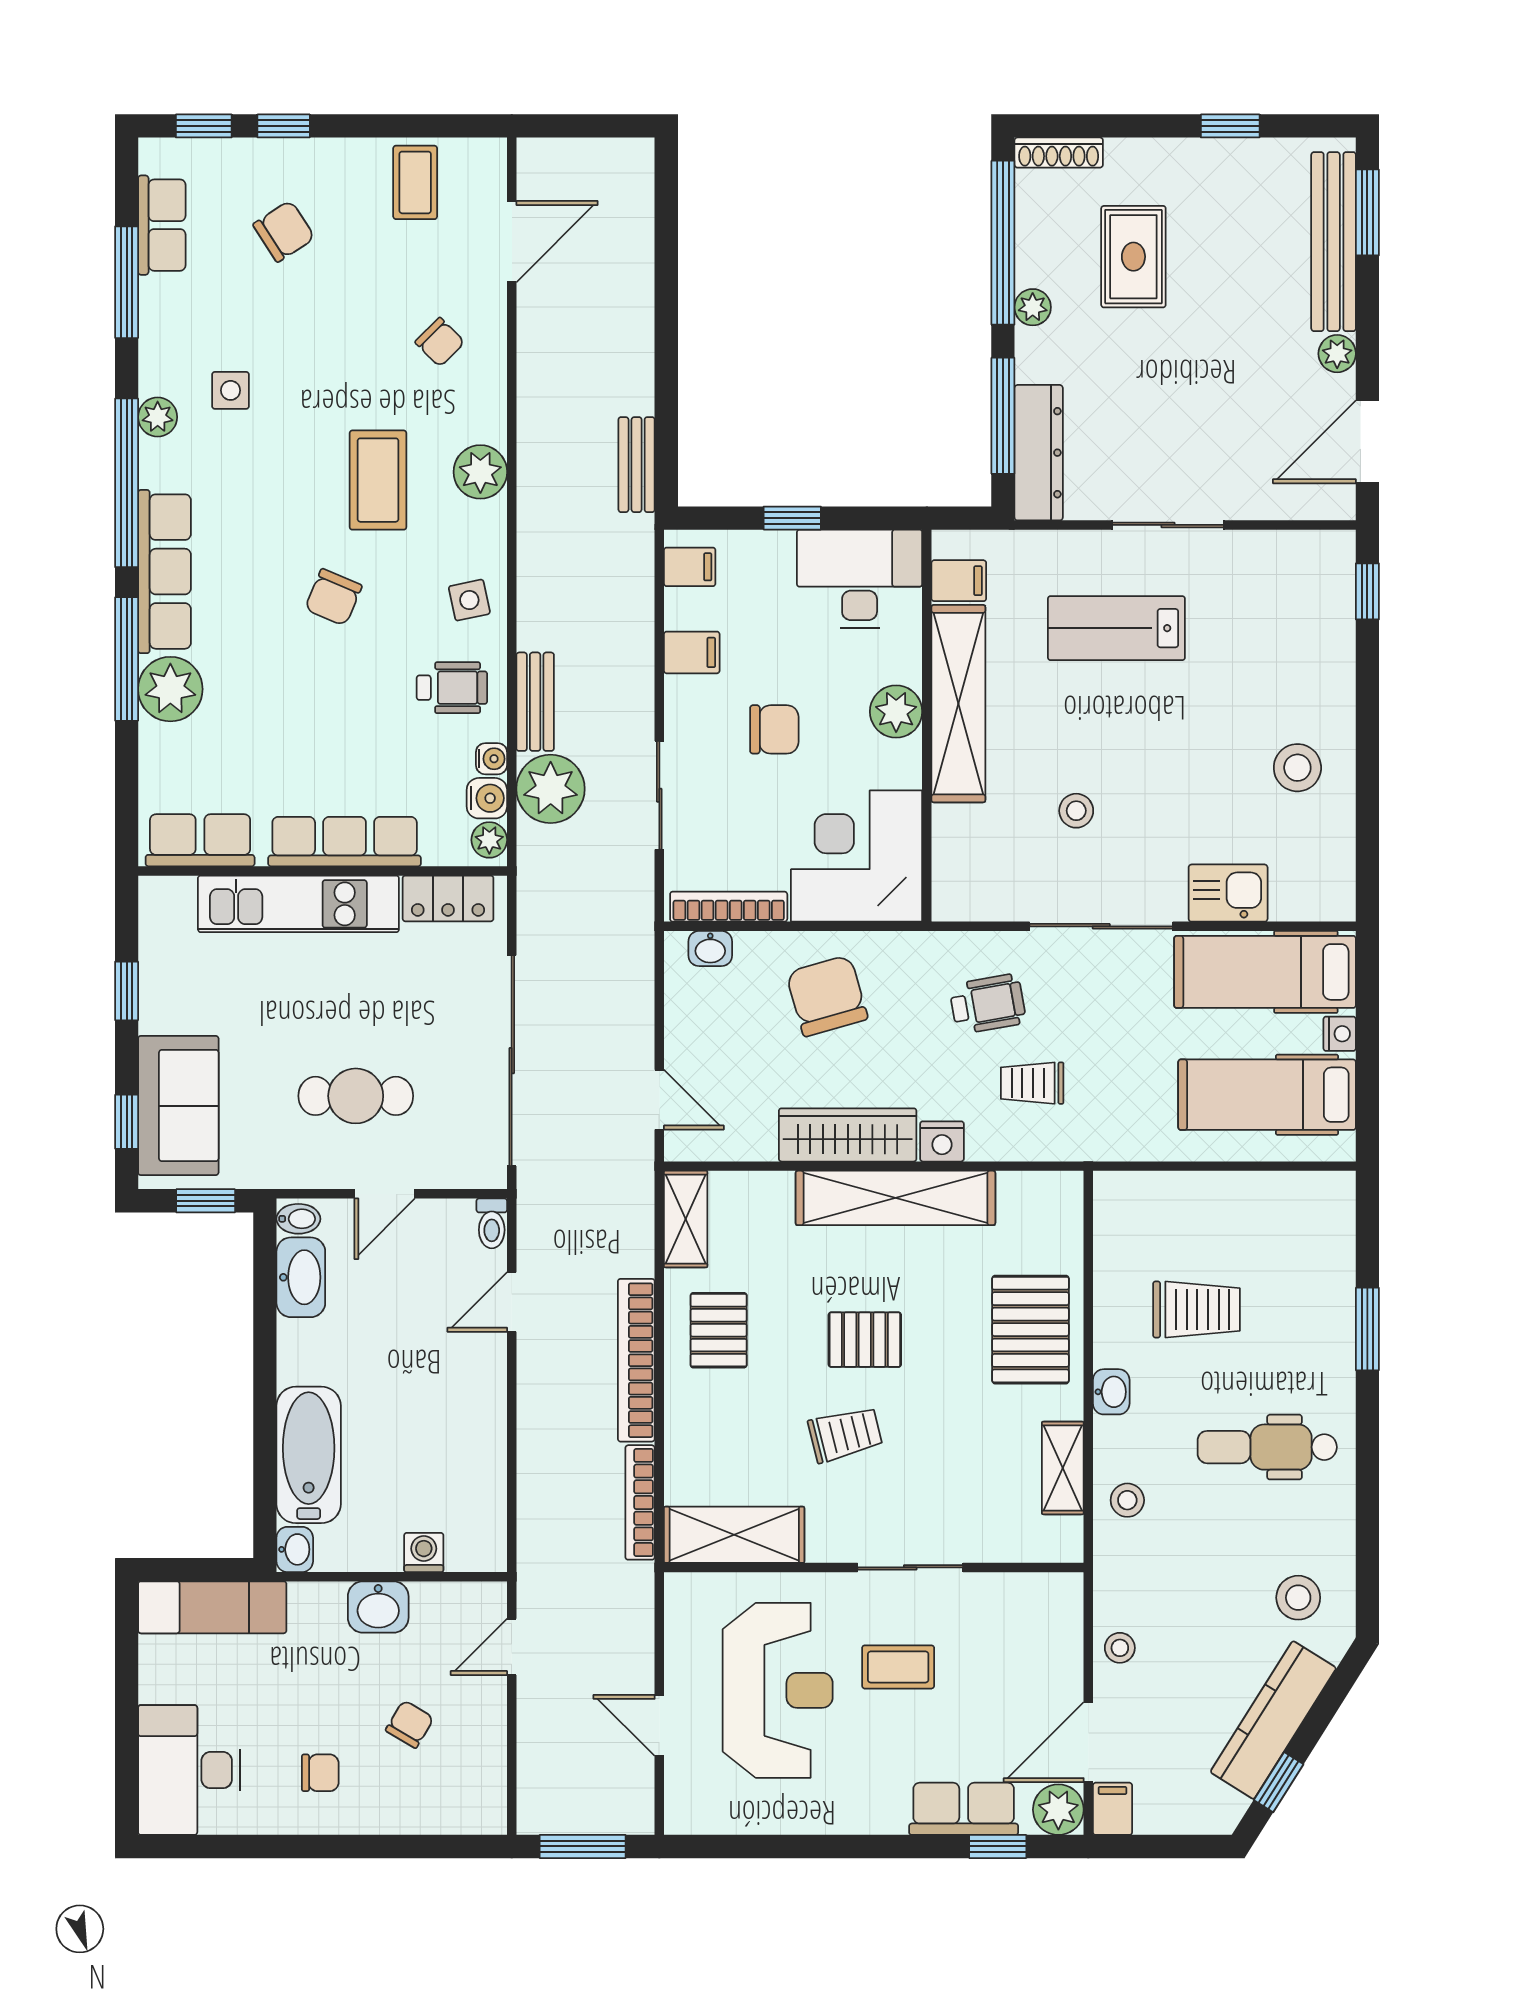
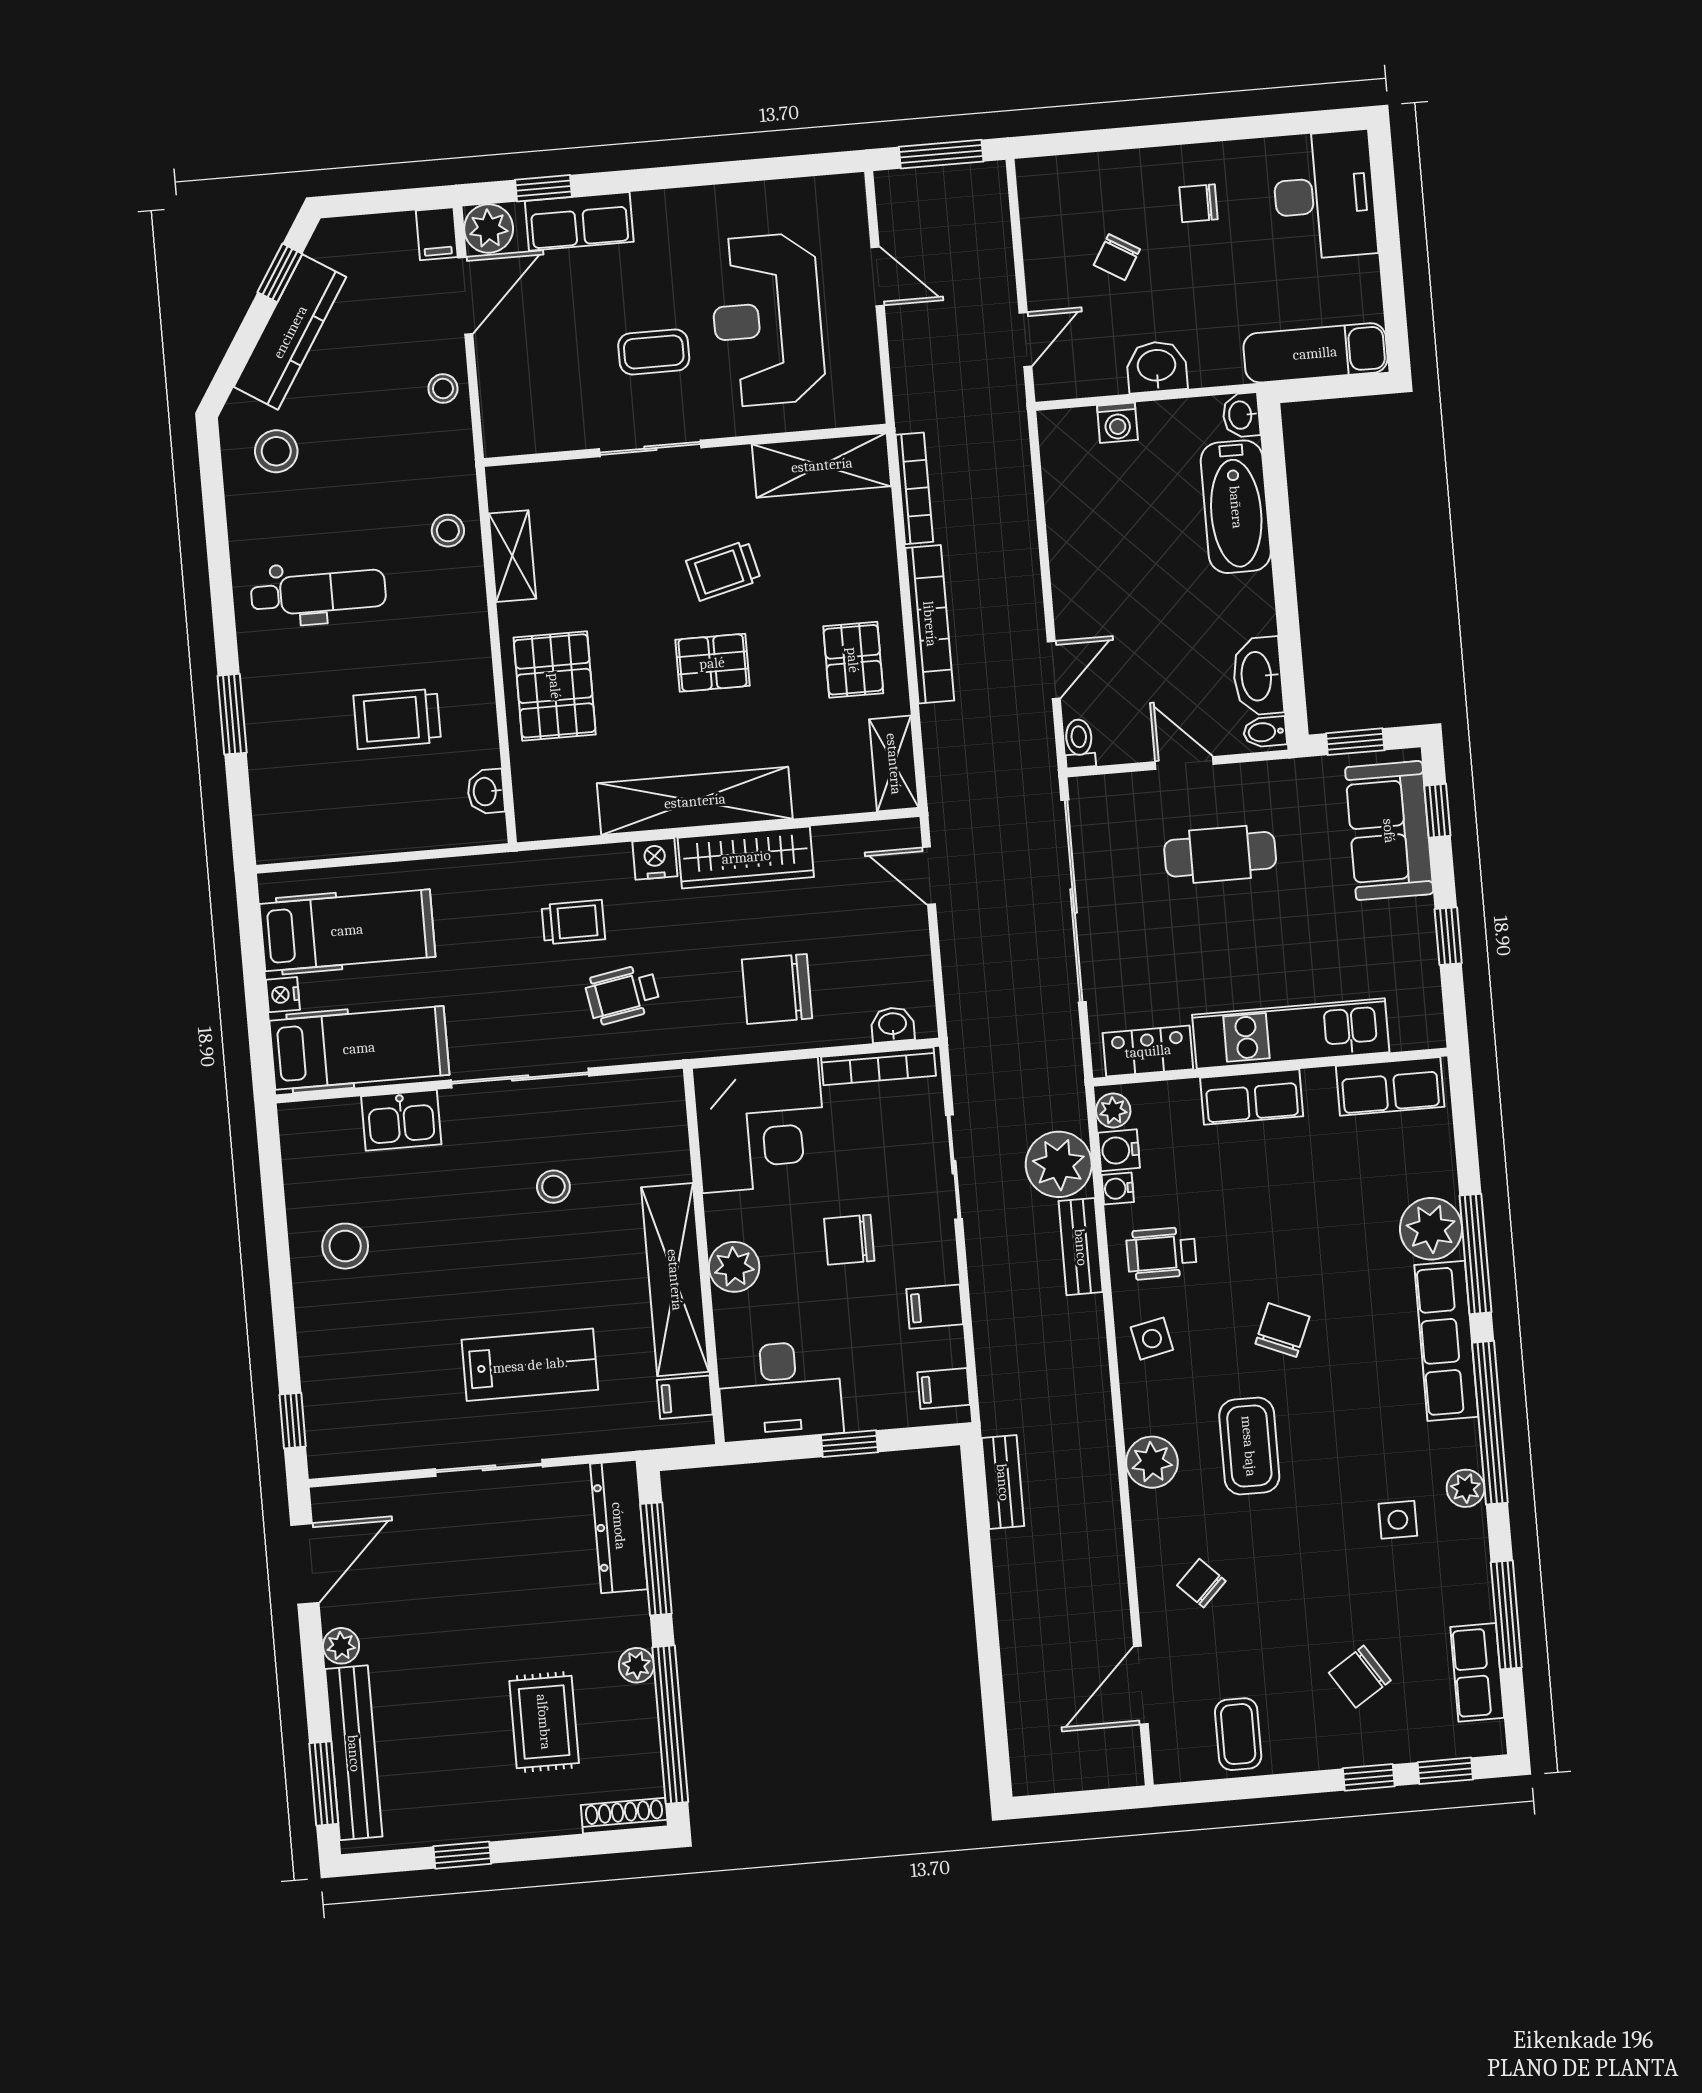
row of seats: (345, 842) -> (1252, 1097), width x0.68
chair: (827, 996) -> (777, 989), turned 106
door: (385, 1194) -> (1184, 763), hinge flipped
washbasin: (1111, 1392) -> (486, 791), moved

